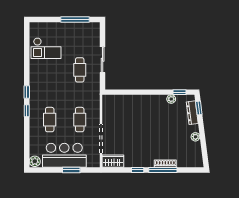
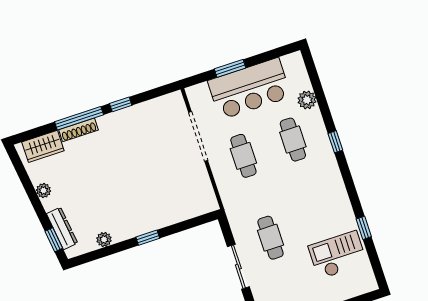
window: (27, 92) -> (364, 228), moved
window: (180, 92) -> (148, 238), moved
plant: (35, 161) -> (307, 100), moved
wardrobe: (113, 161) -> (43, 146), moved

